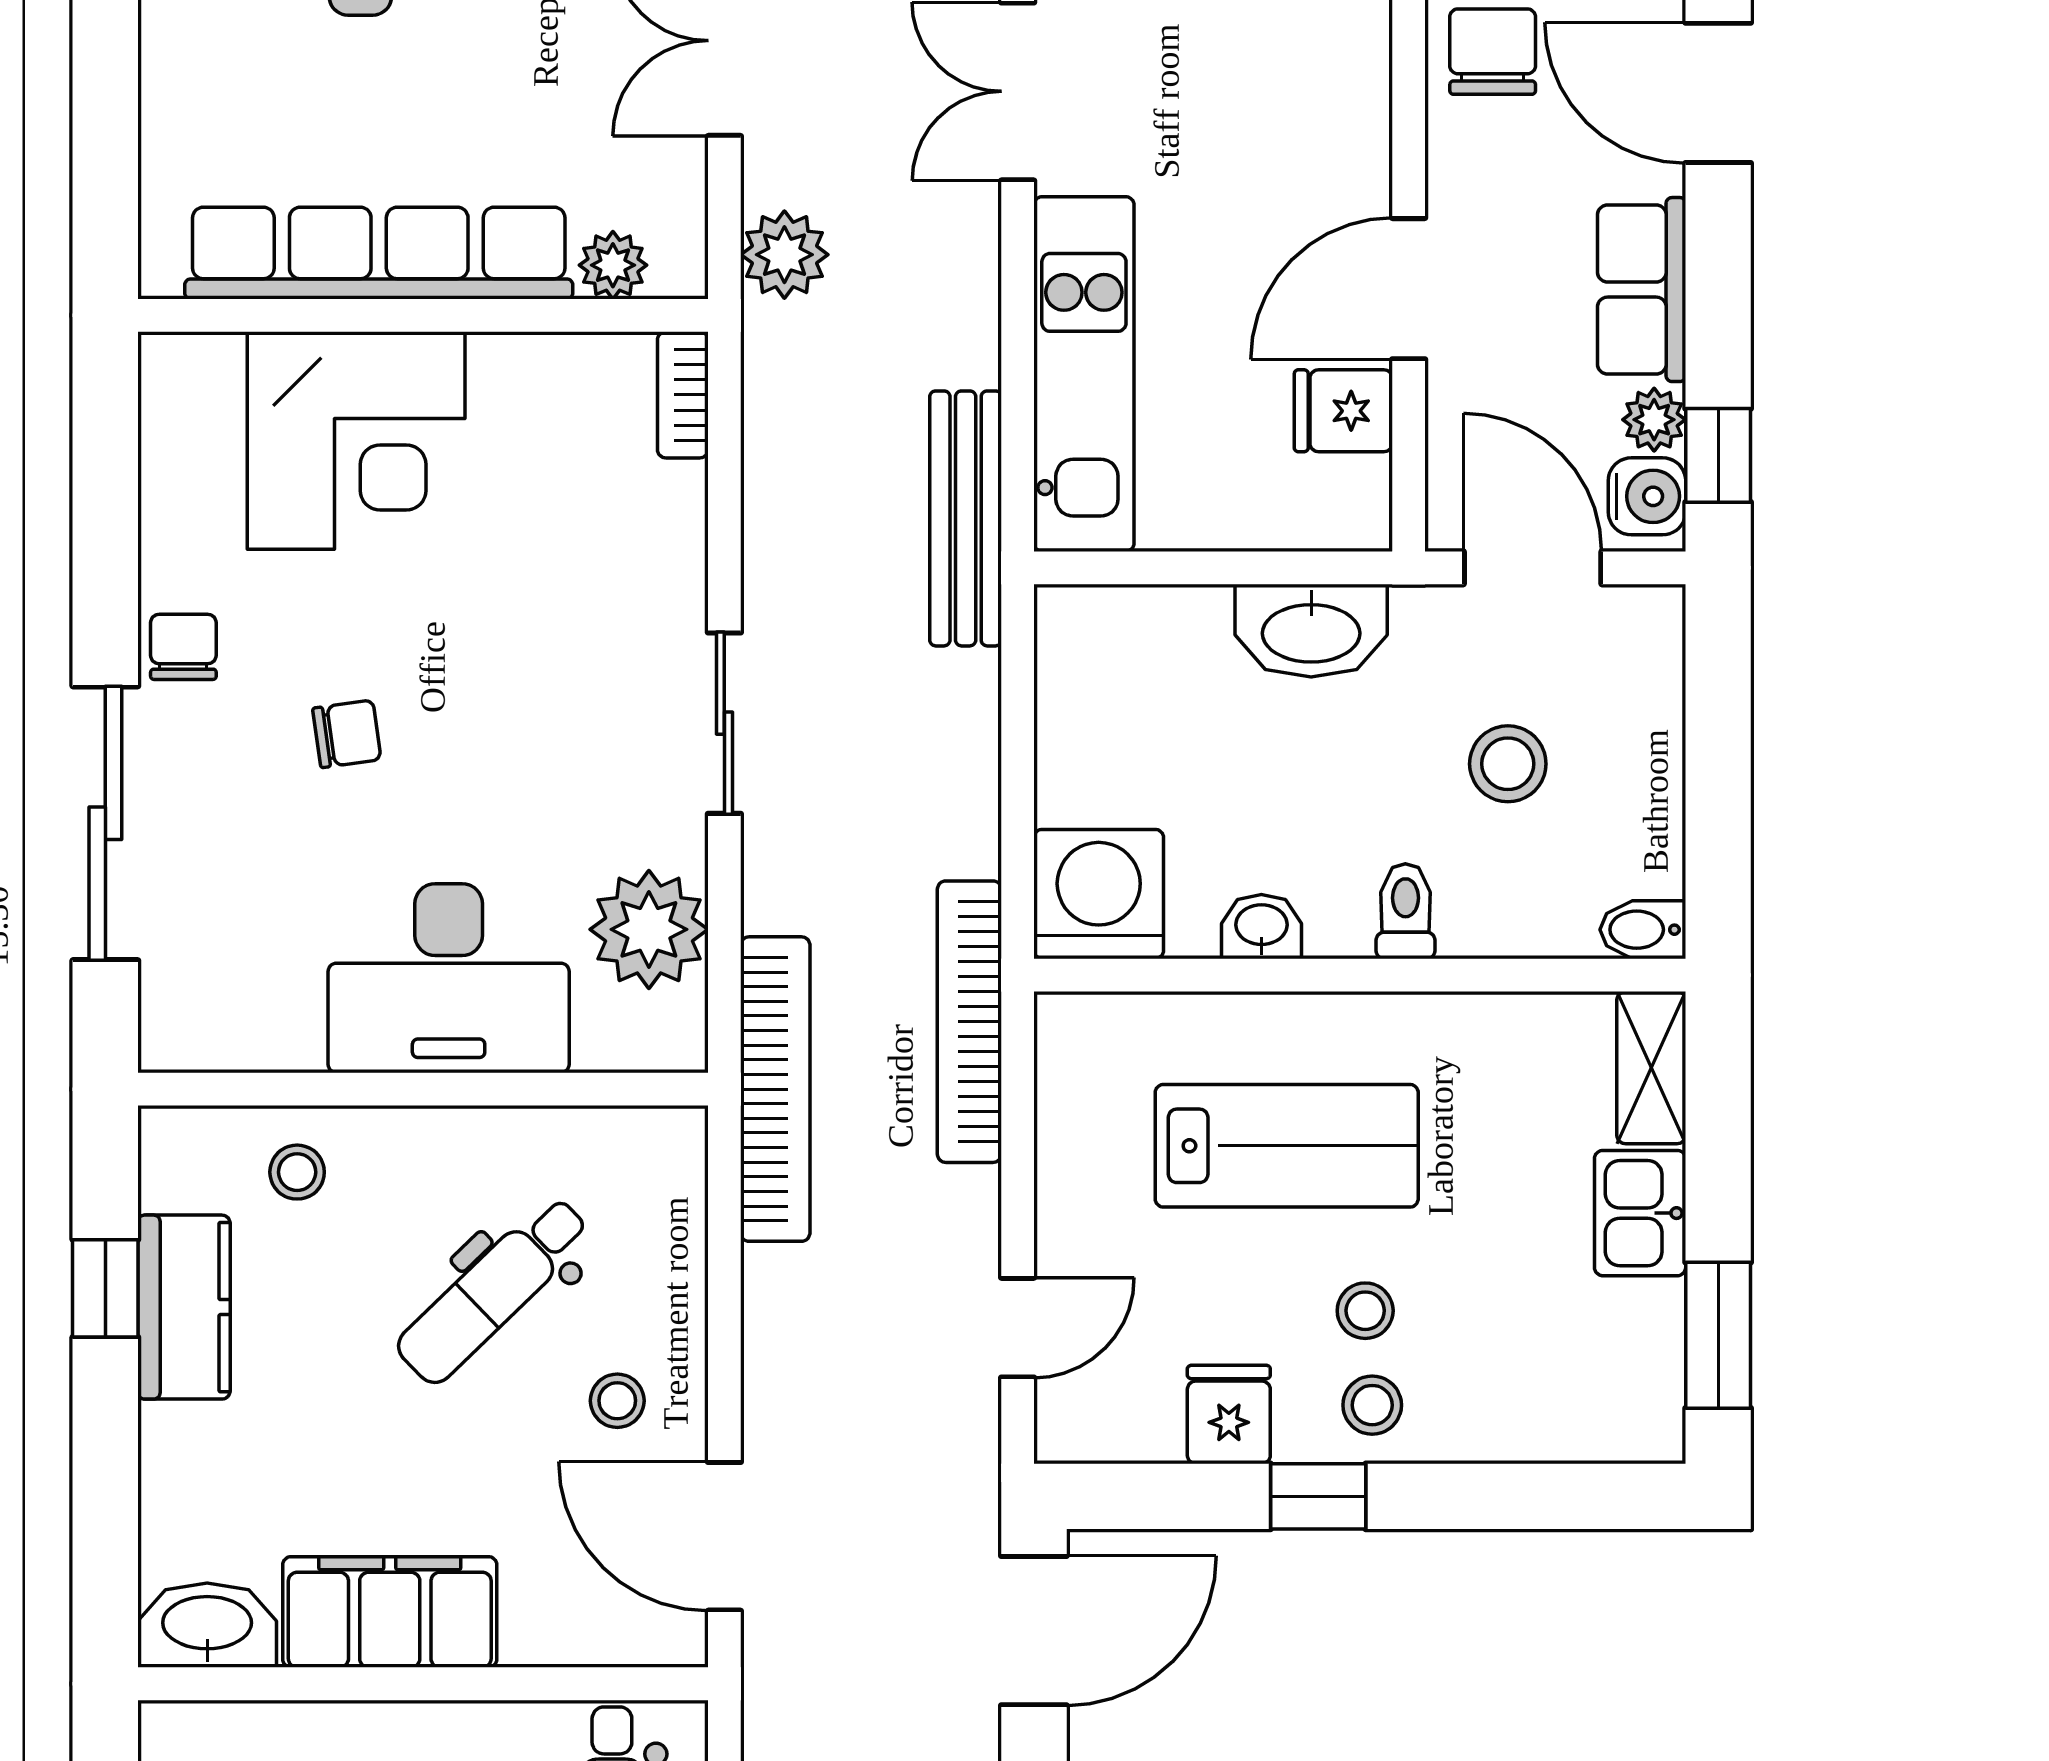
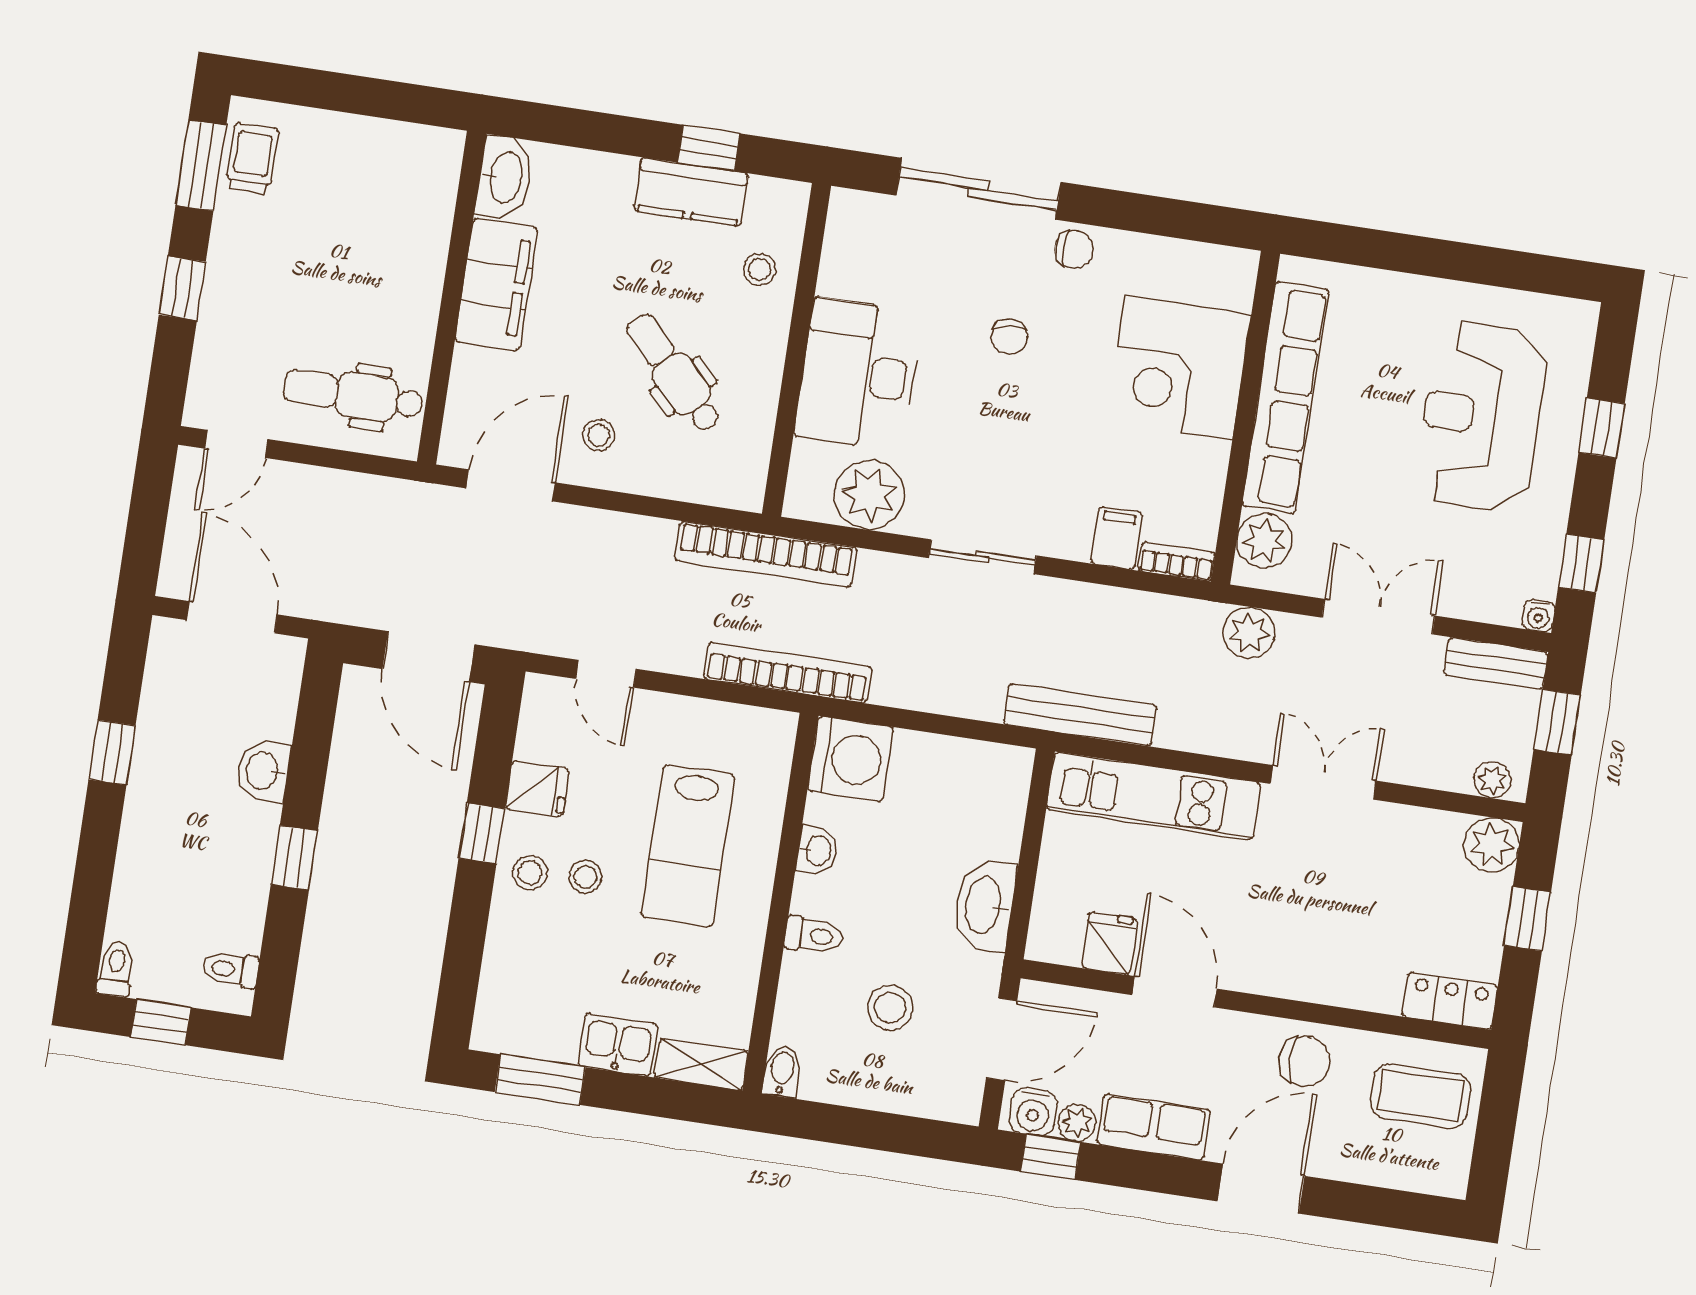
plant: (613, 265) -> (1264, 541), width x1.38, depth x1.38
filing cabinet: (658, 502) -> (1117, 538), added

